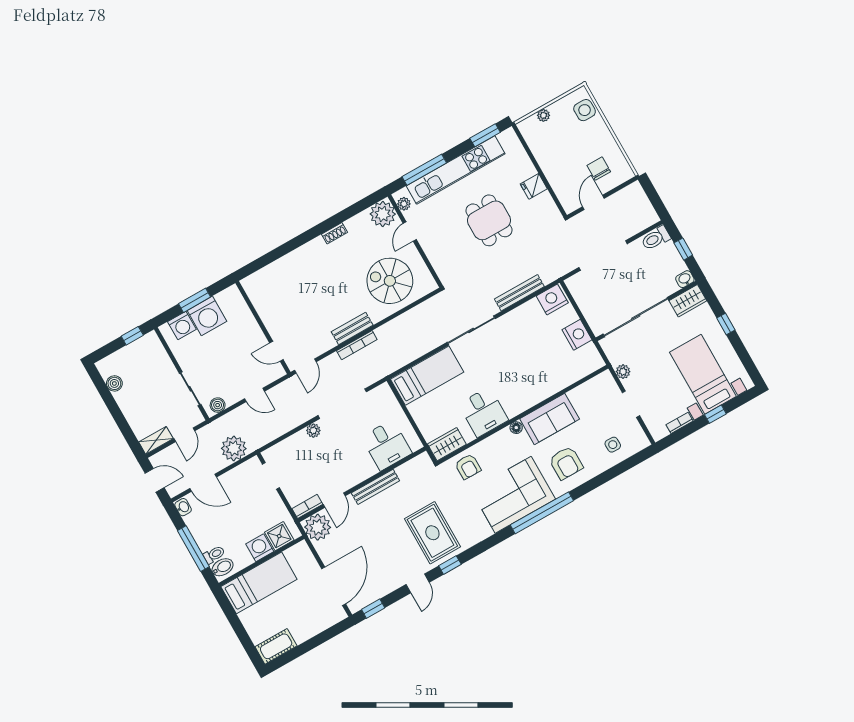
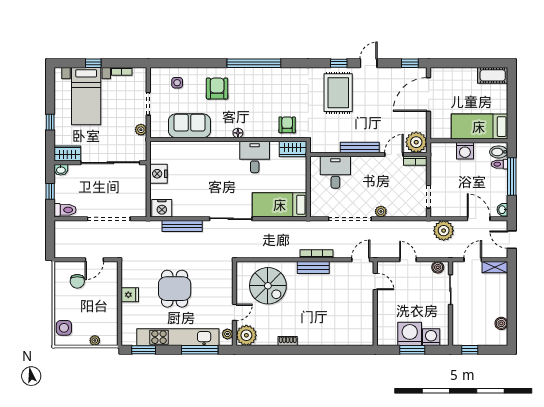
sofa: (550, 419) -> (190, 126), moved
corner sofa: (513, 495) -> (267, 87), removed
shower: (279, 536) -> (447, 151), removed

